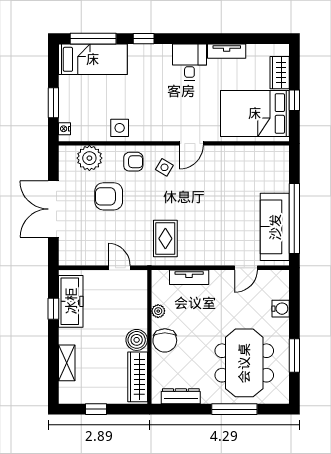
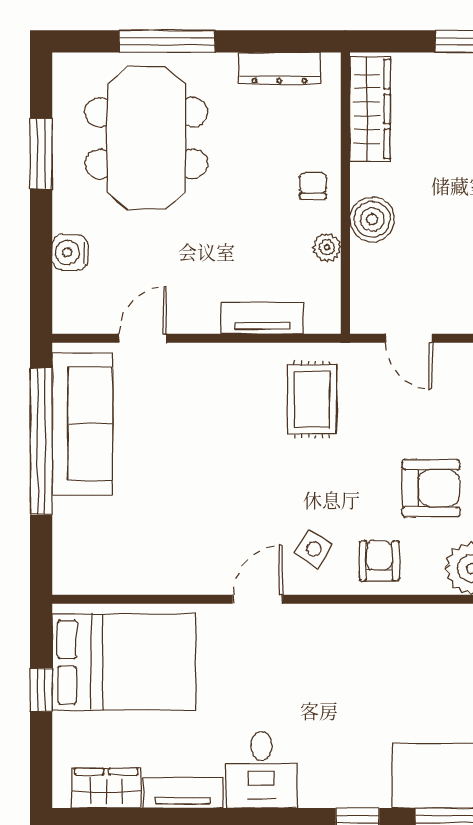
wardrobe: (280, 73) -> (106, 788), moved, turned -90
side table: (120, 128) -> (408, 632), removed
armchair: (133, 162) -> (379, 561), turned 90
boiler: (137, 340) -> (372, 219), moved
chair: (165, 340) -> (313, 186), width x0.54, depth x0.54

